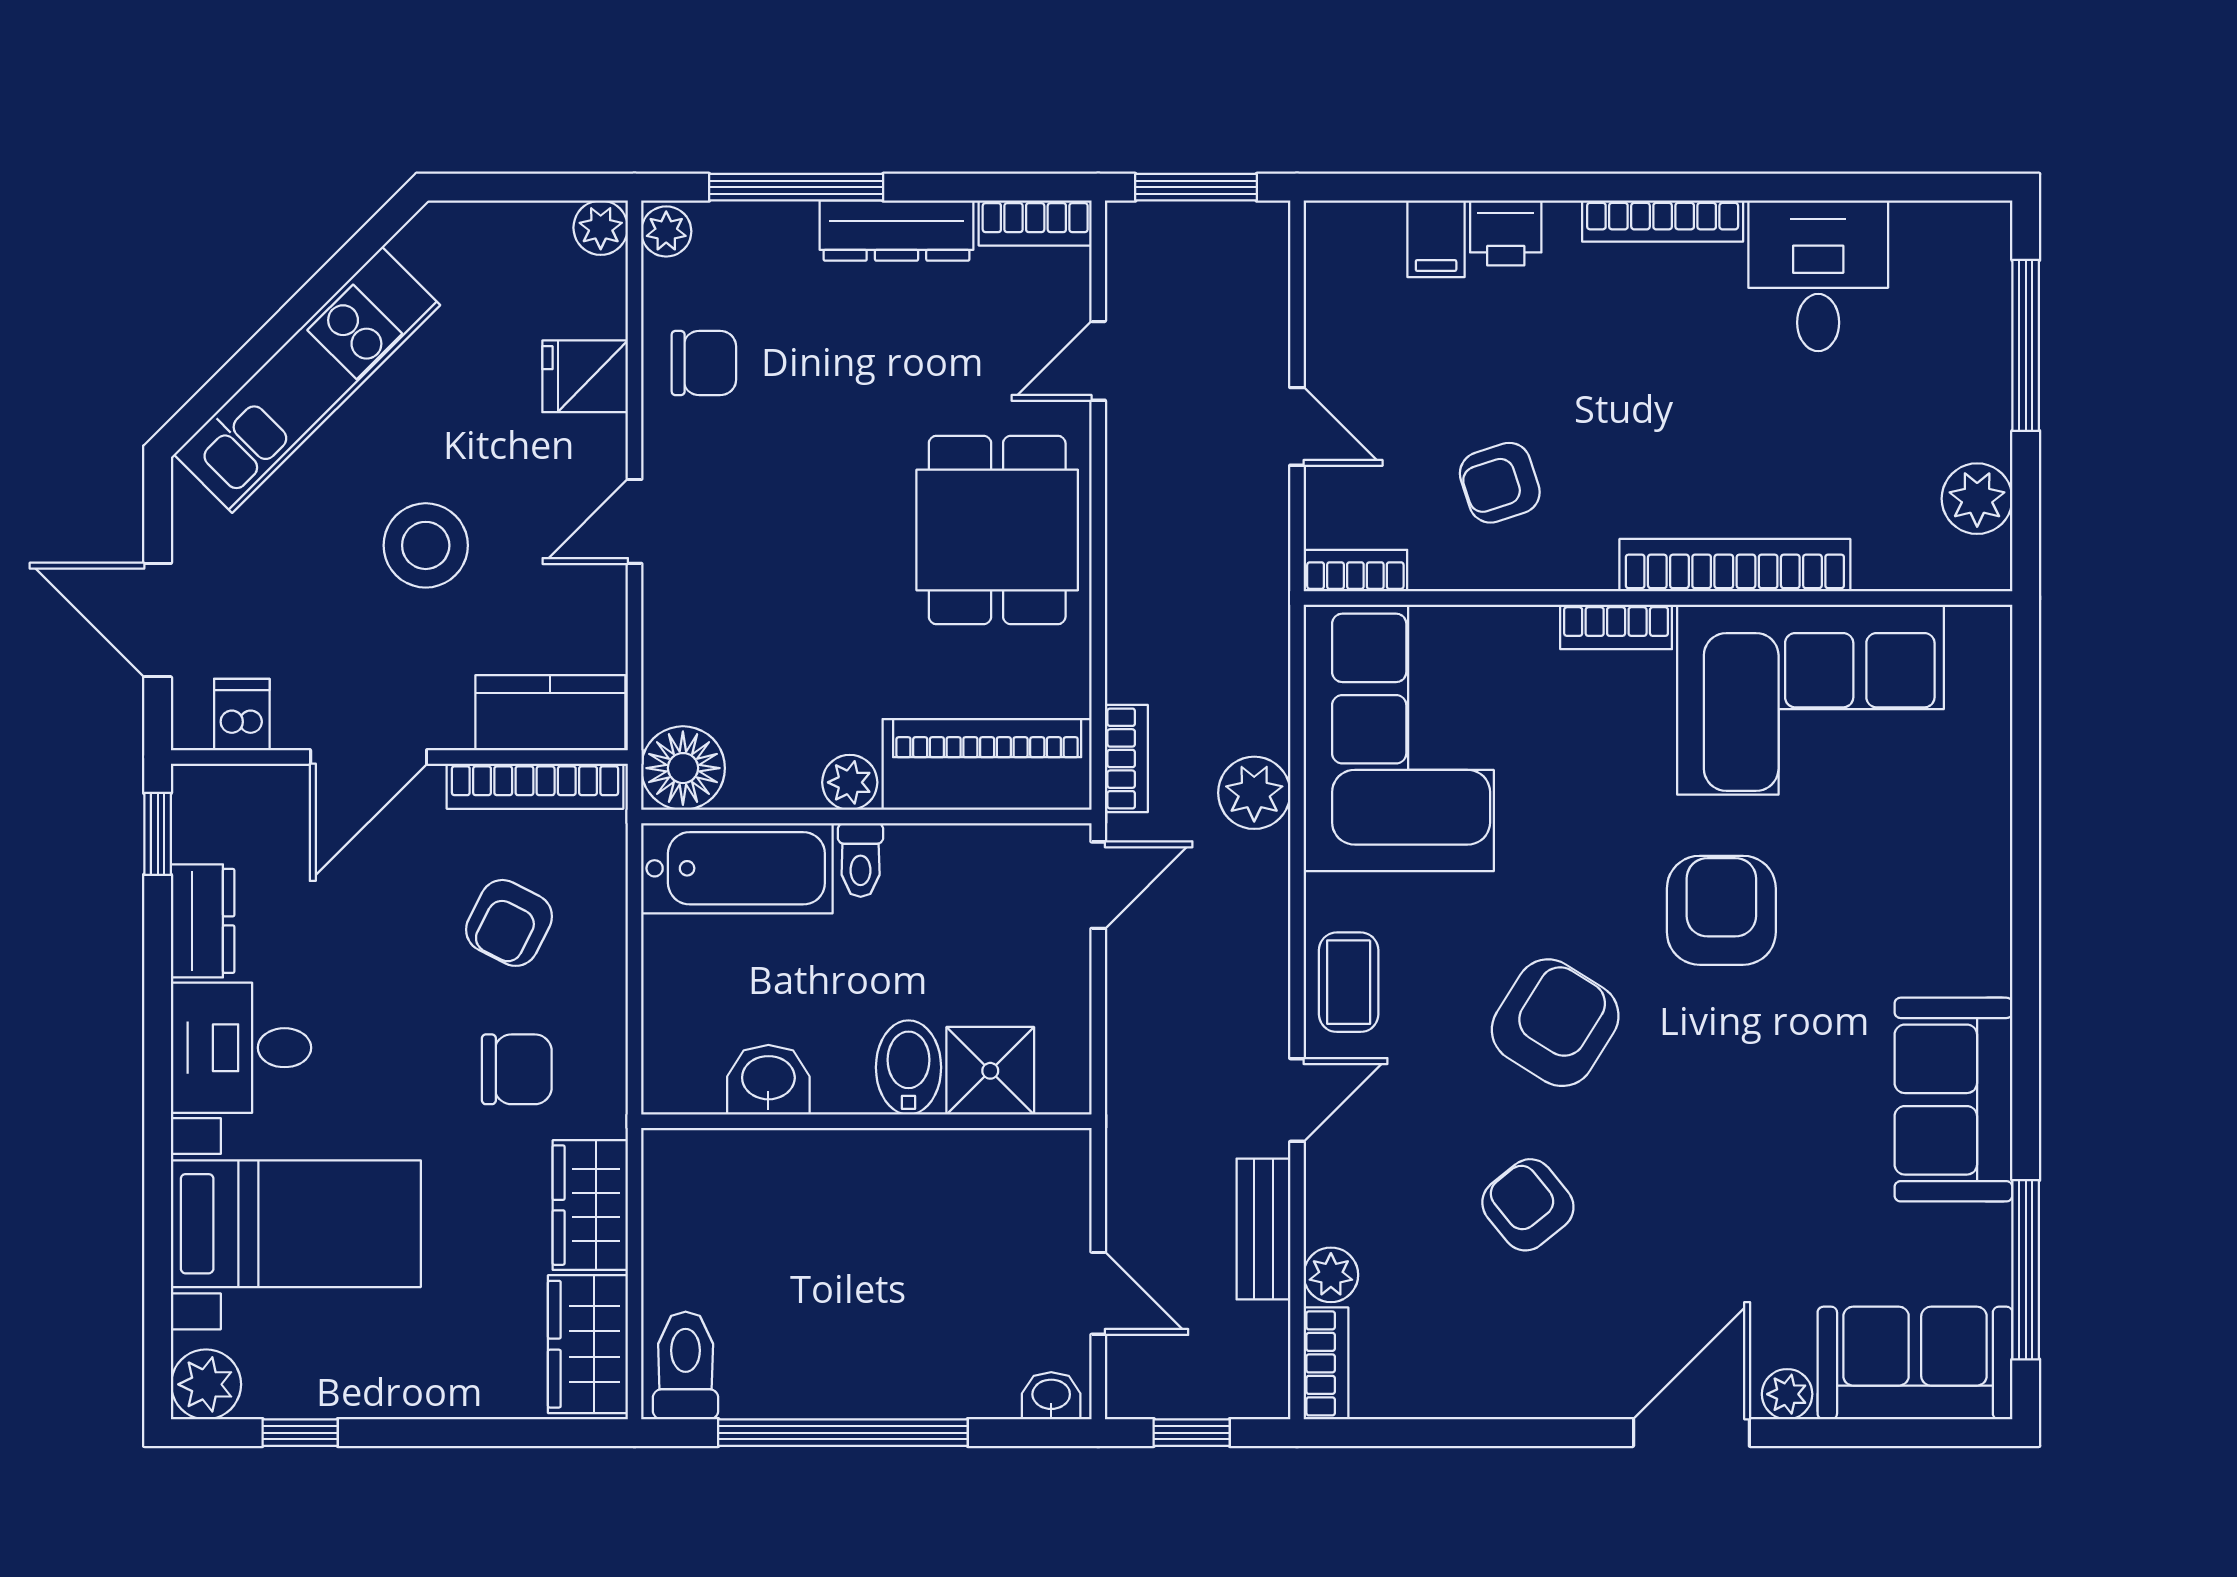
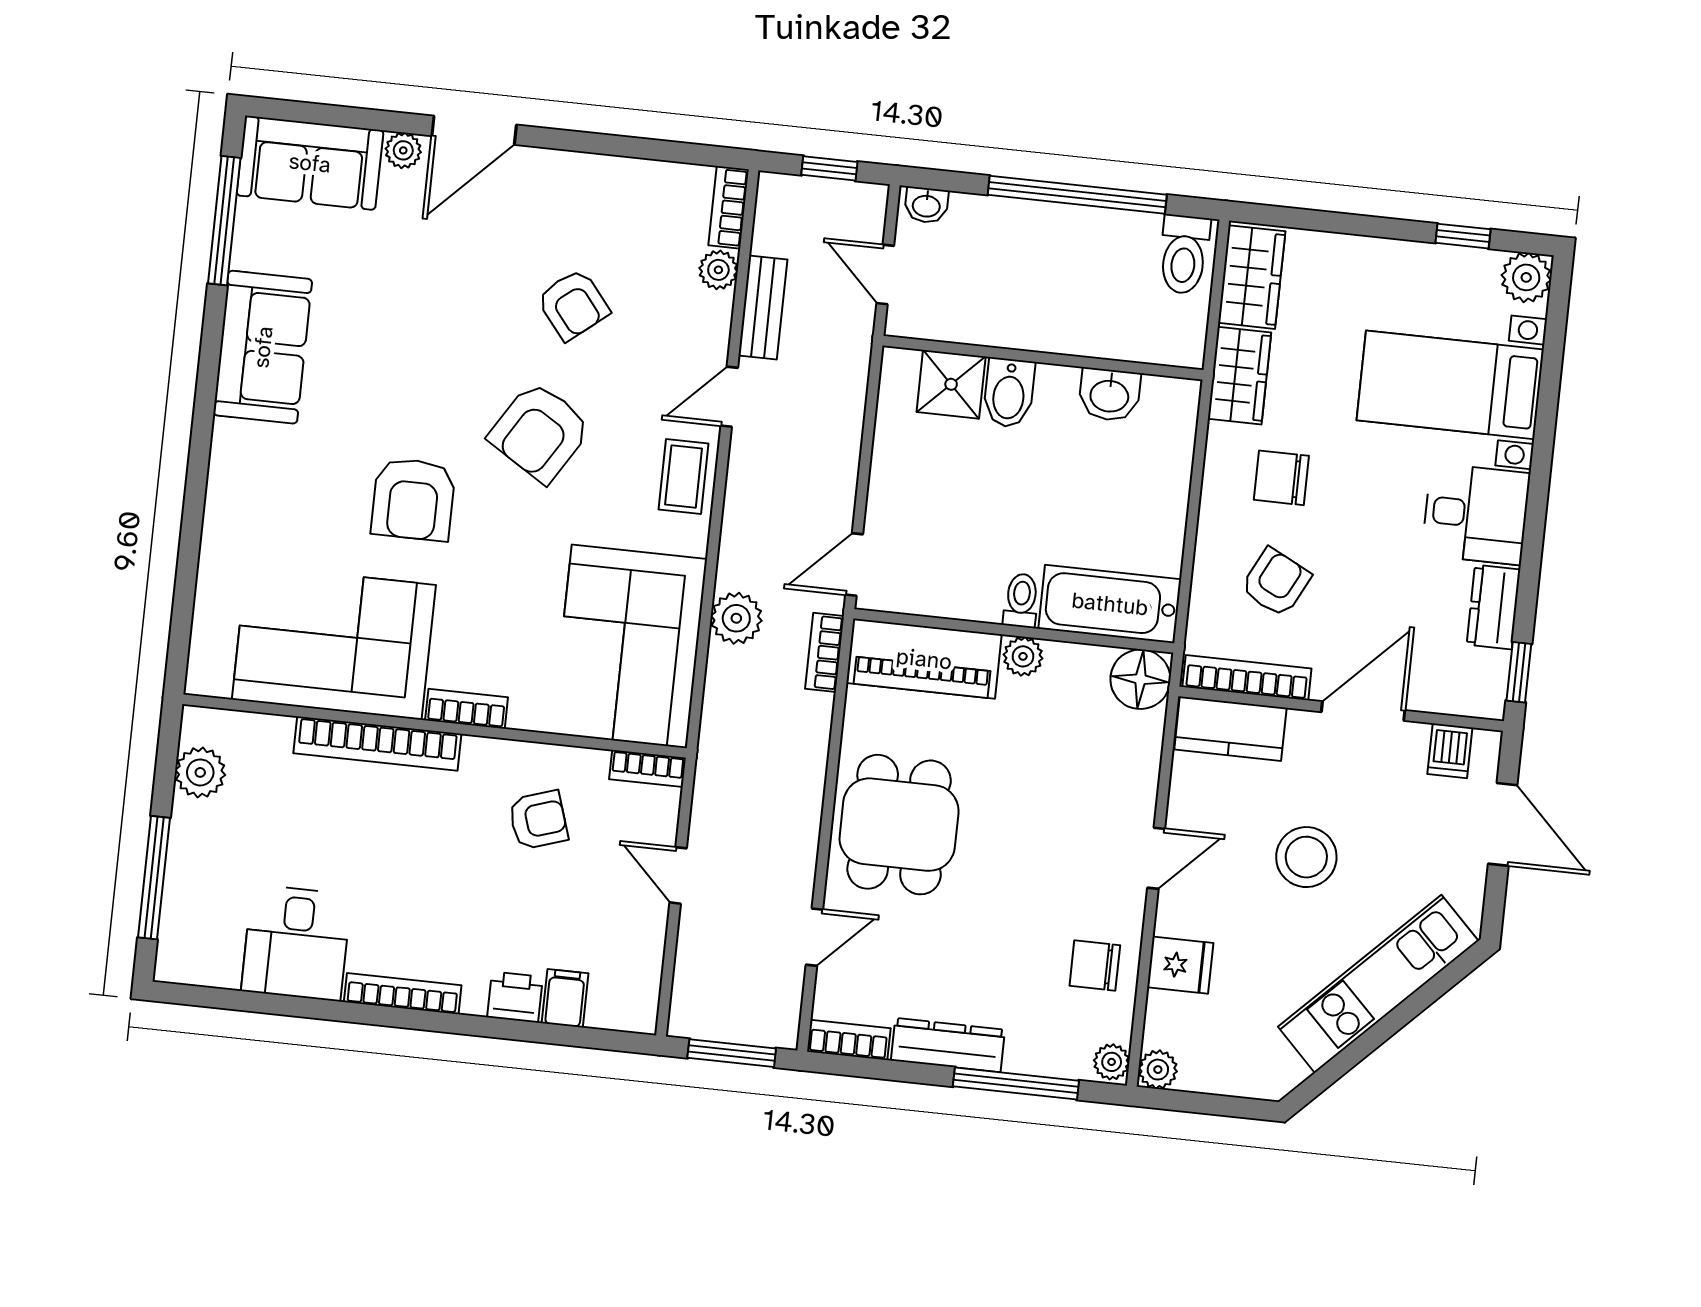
bidet: (908, 1067) -> (1009, 393), moved
shower: (990, 1071) -> (951, 384), moved
washbasin: (768, 1080) -> (1109, 395), moved
wall: (866, 1121) -> (1043, 358), moved

